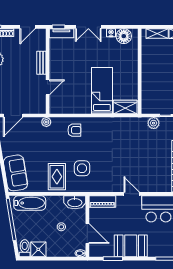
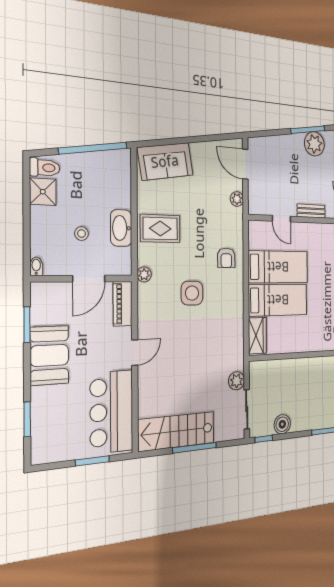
bed: (80, 90) -> (278, 267), added
plant: (46, 122) -> (237, 199), moved
side table: (82, 168) -> (192, 293), moved
plant: (85, 188) -> (144, 274), added
washbasin: (75, 202) -> (121, 228), moved
bathtub: (30, 203) -> (120, 182), removed
door: (87, 234) -> (89, 279), moved

